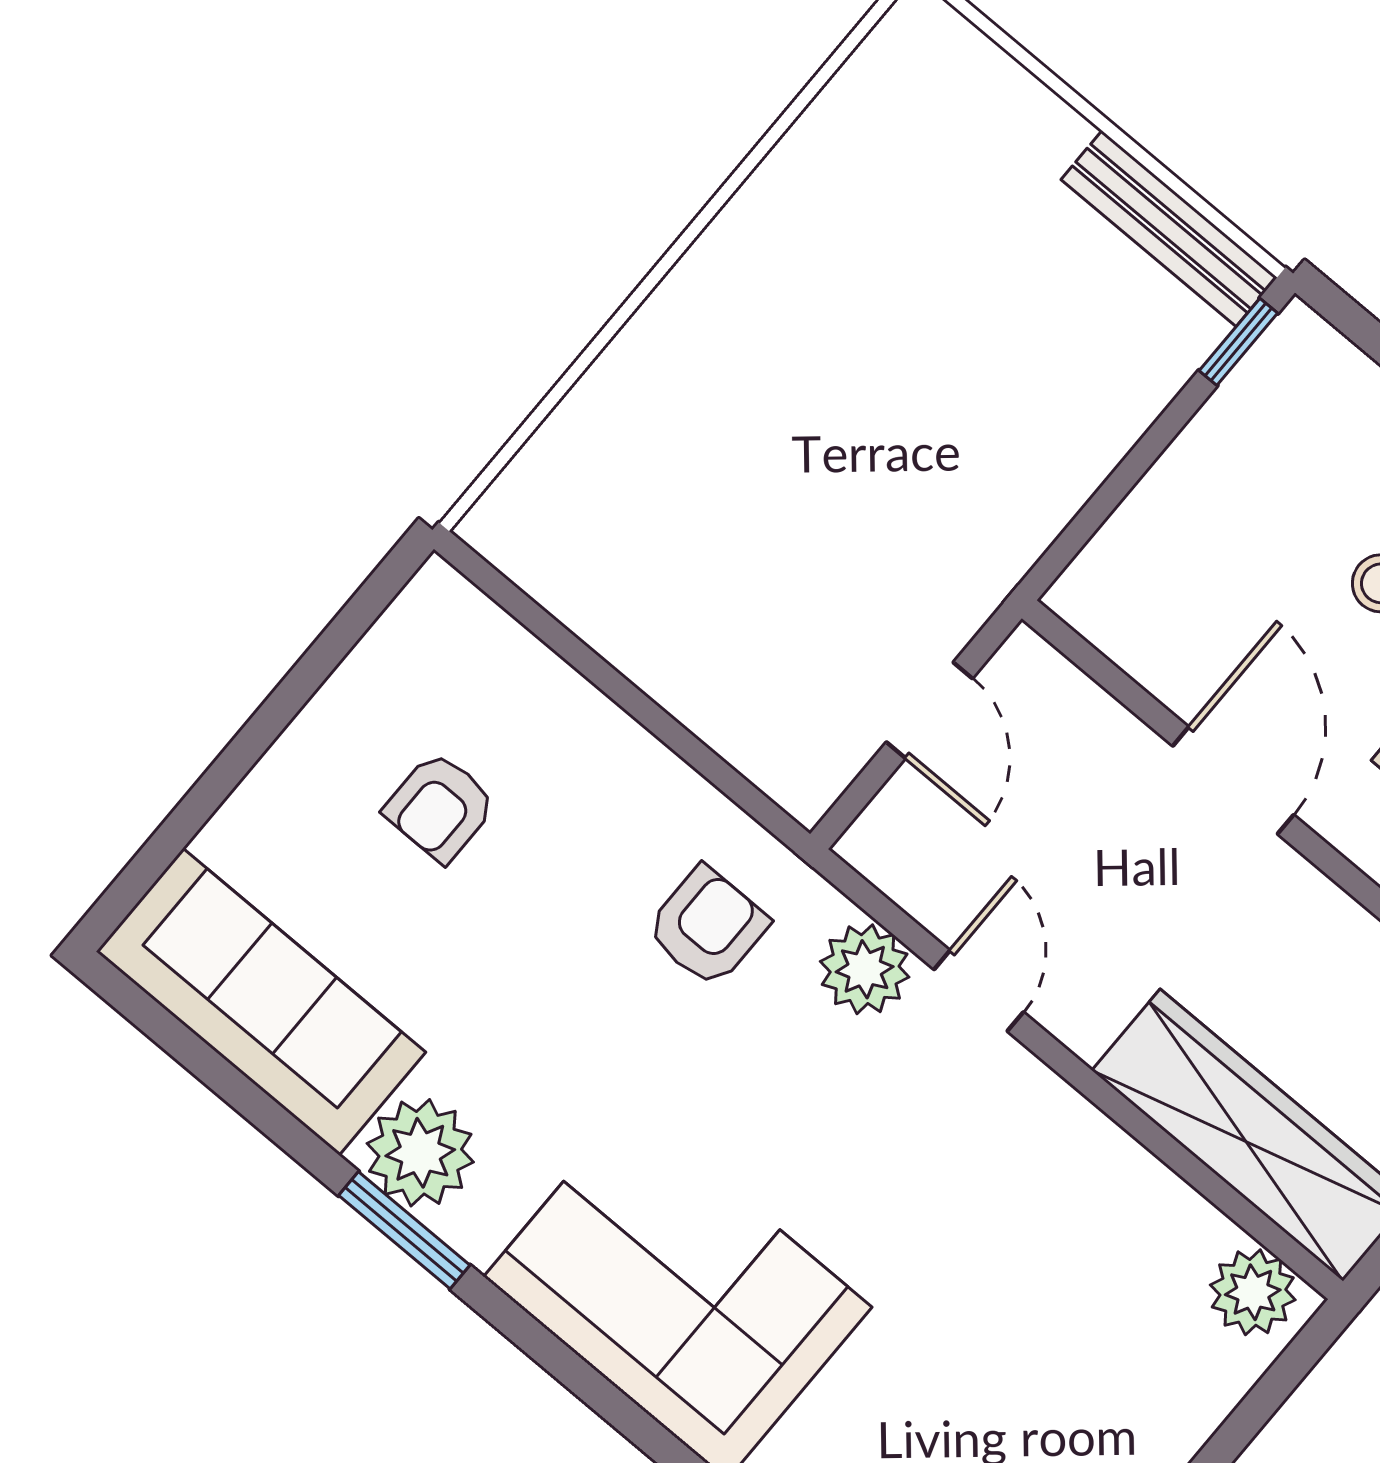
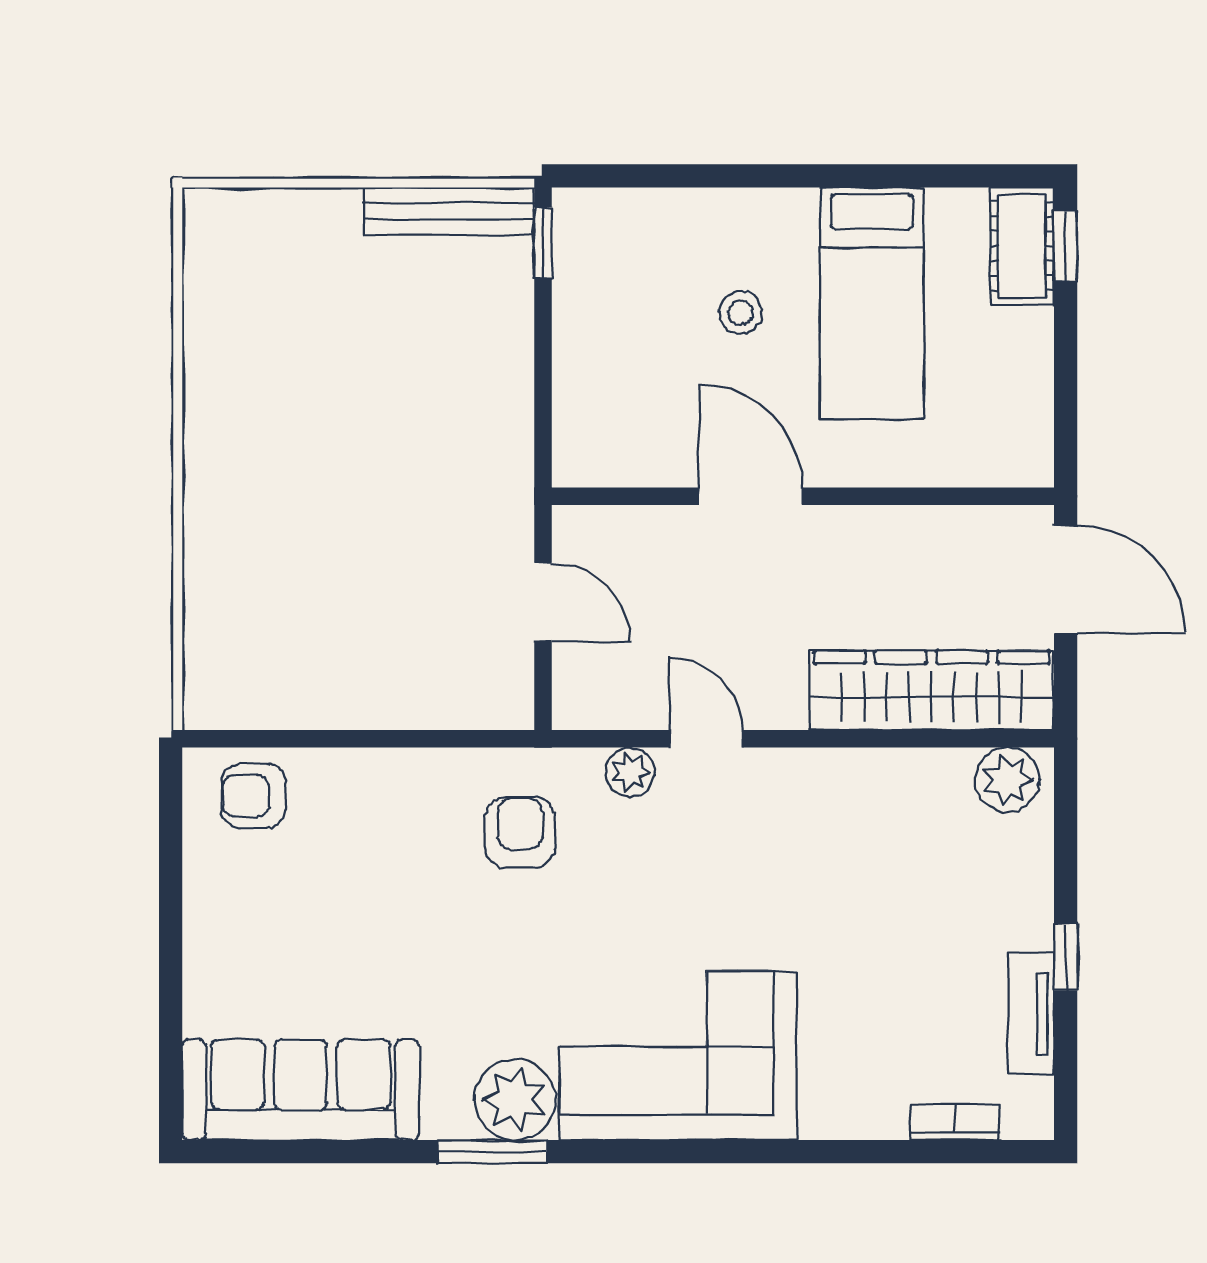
armchair: (440, 807) -> (253, 796), moved, turned 90
plant: (865, 969) -> (630, 772), width x0.73, depth x0.73
plant: (420, 1153) -> (515, 1100), moved

